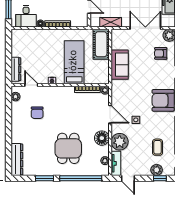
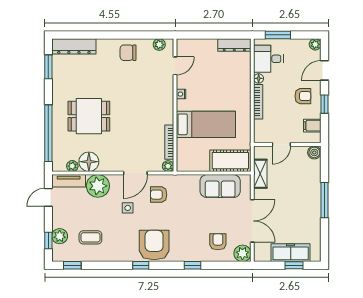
sofa: (120, 65) -> (220, 186), moved
dresser: (16, 69) -> (234, 45), moved
armchair: (126, 97) -> (159, 195), added
chair: (37, 113) -> (128, 53), moved
floor lamp: (102, 138) -> (89, 162), moved
window: (45, 178) -> (48, 67), moved

